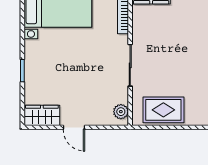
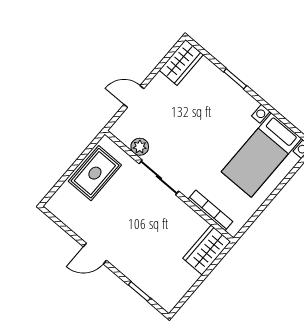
plant: (121, 112) -> (140, 147), moved
door: (74, 127) -> (134, 97), moved

